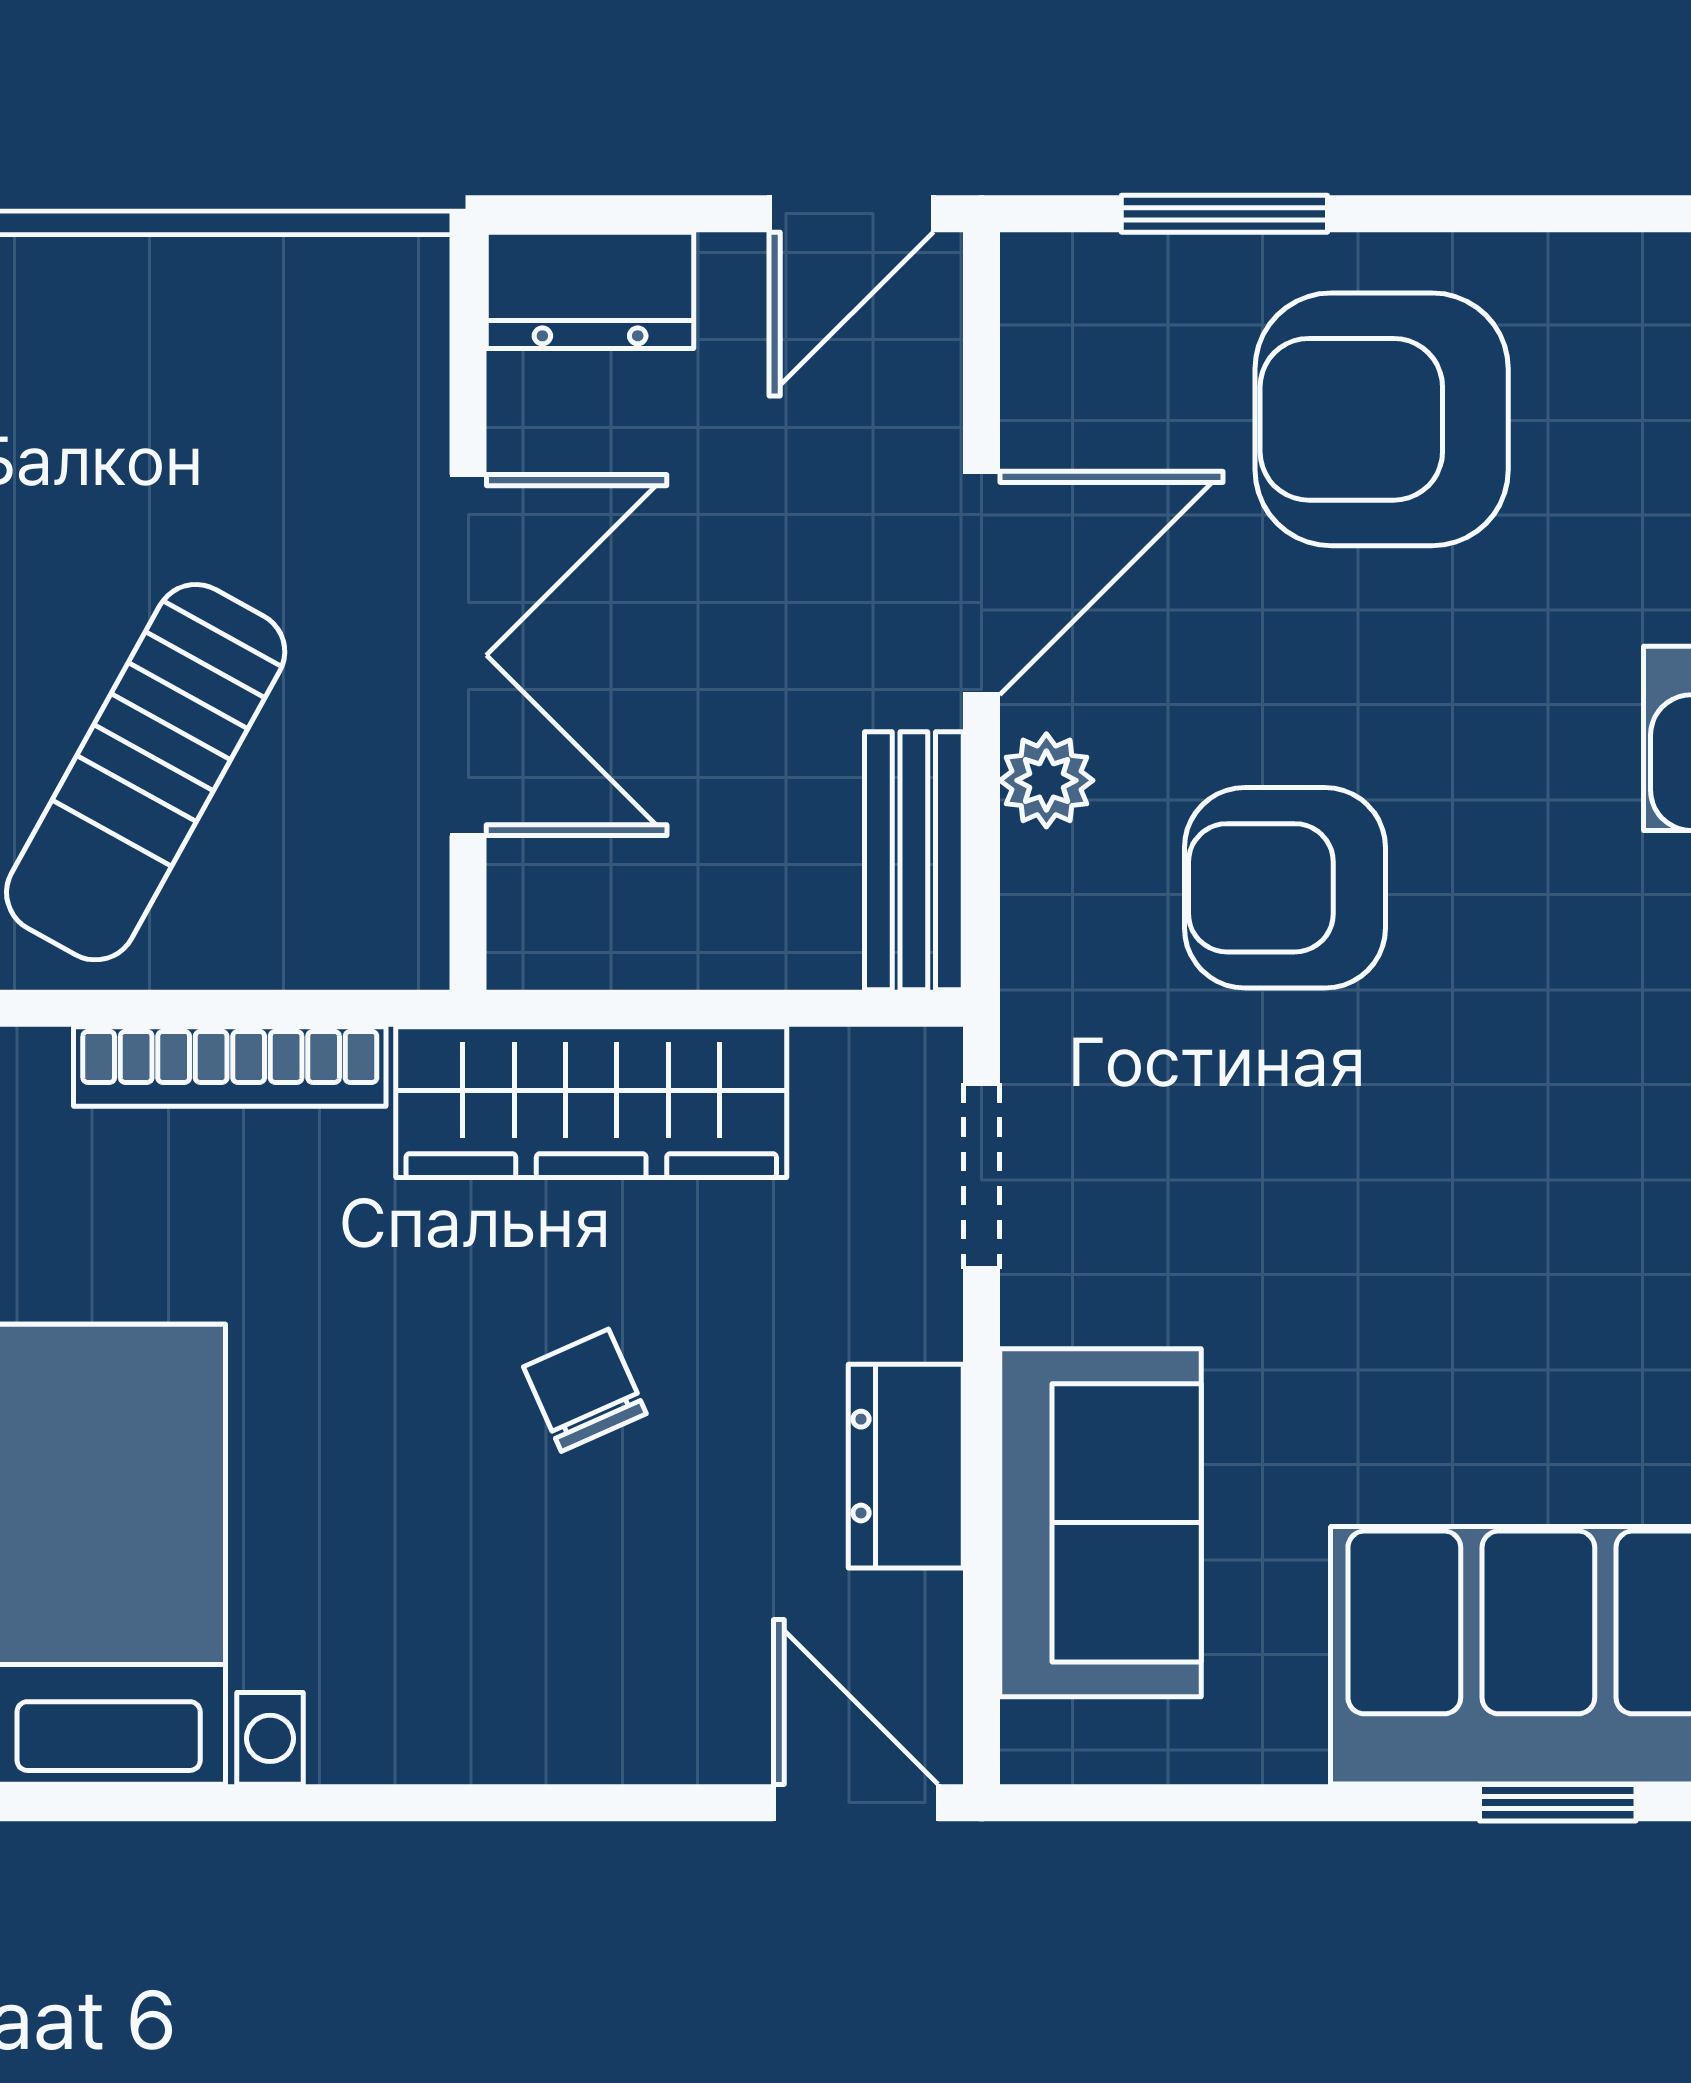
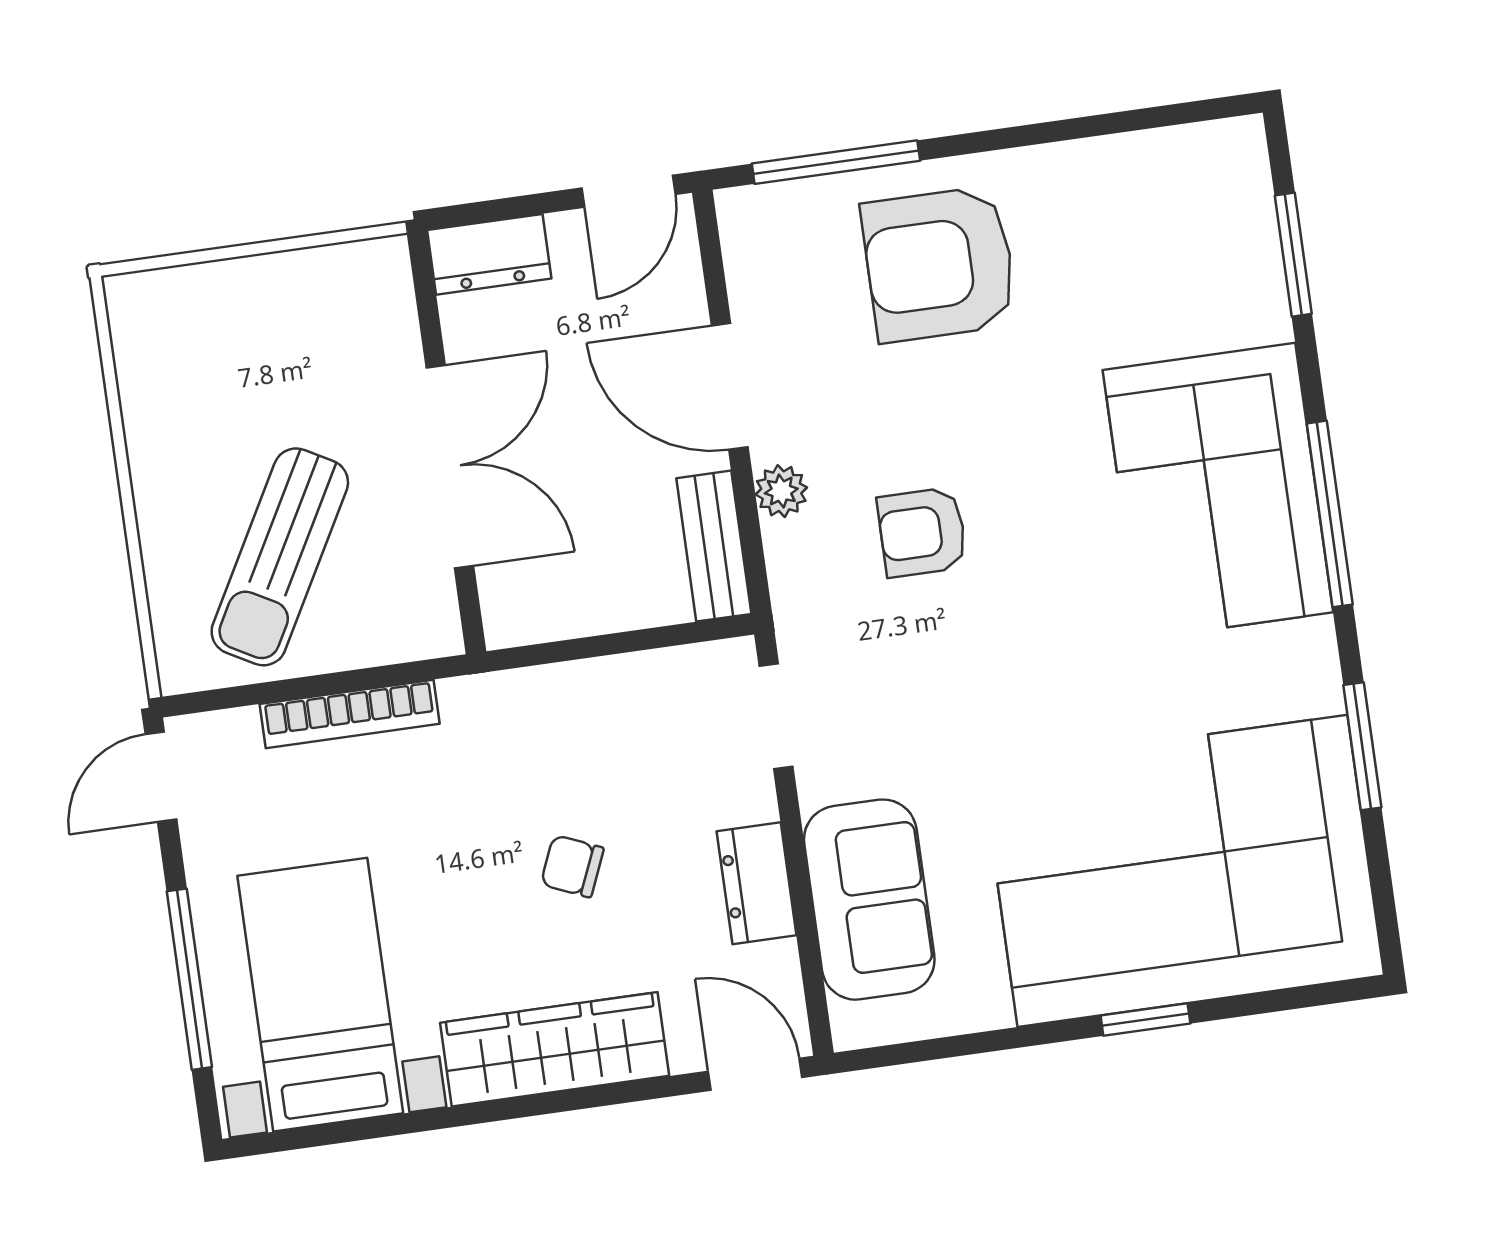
window: (1224, 214) -> (836, 162), width x1.44
door: (981, 583) -> (730, 386), swing flipped
armchair: (1285, 888) -> (922, 532), width x0.72, depth x0.72
wardrobe: (591, 1102) -> (555, 1049), moved, turned 180
chair: (585, 1390) -> (572, 866), turned -43

